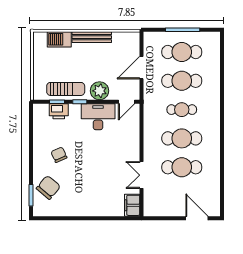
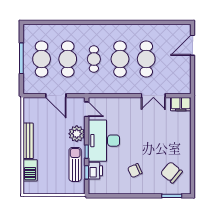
desk: (98, 117) -> (104, 141), width x1.36, depth x1.30
chair: (48, 187) -> (171, 172), moved

